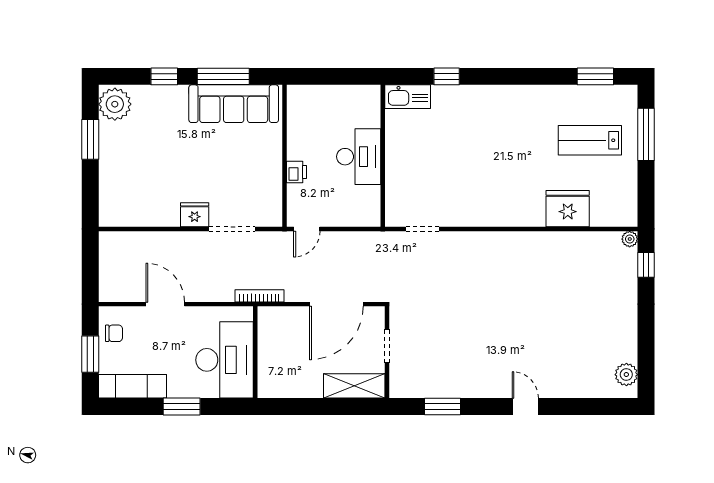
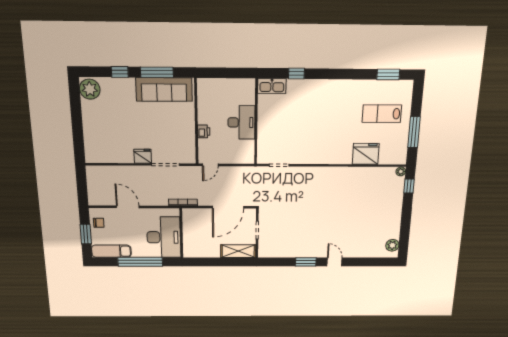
window: (646, 134) -> (414, 132), moved
window: (90, 139) -> (76, 111), removed
window: (182, 407) -> (140, 262), width x2.11
window: (443, 407) -> (306, 262), moved

